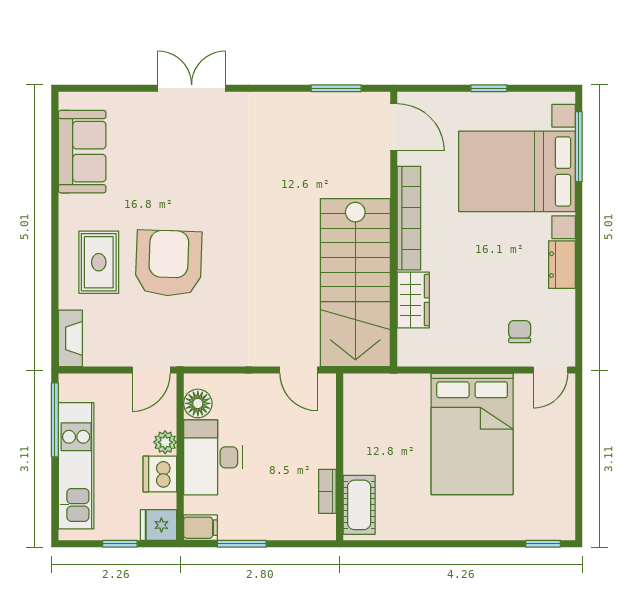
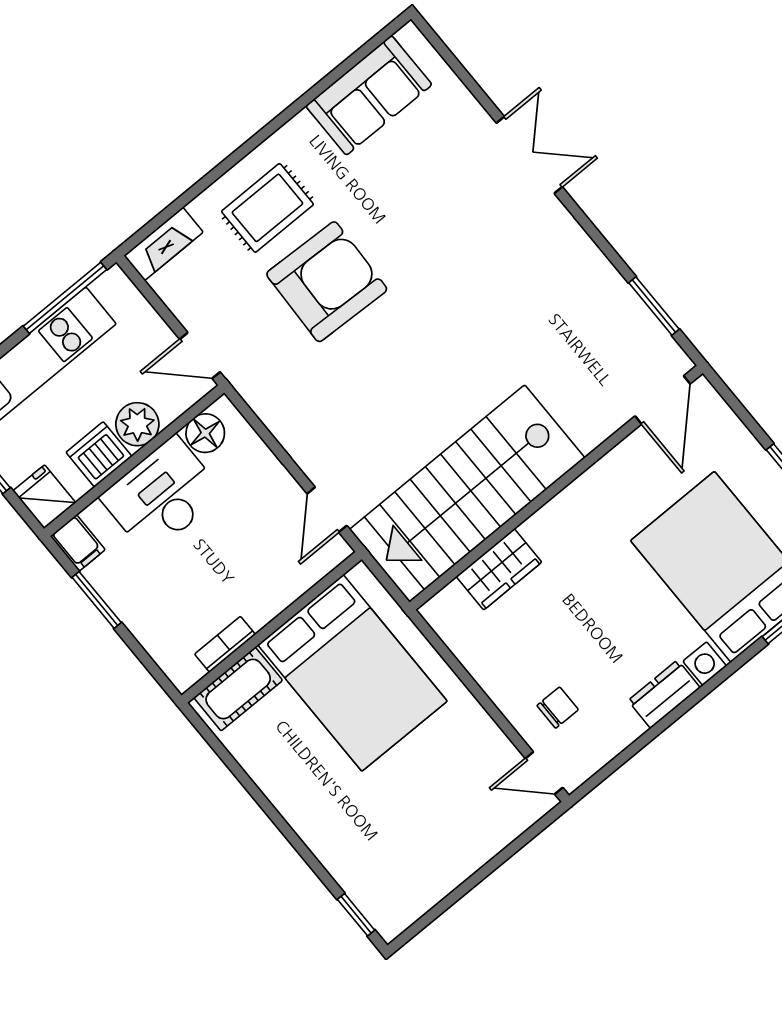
bookcase: (409, 218) -> (581, 494), removed
bed: (472, 434) -> (352, 673), moved, turned -90
plant: (165, 442) -> (137, 424), width x1.38, depth x1.38

